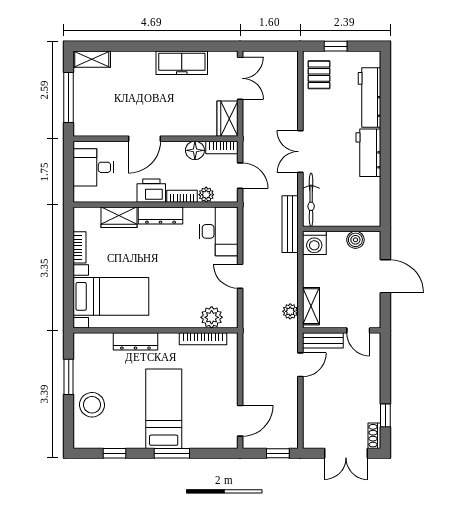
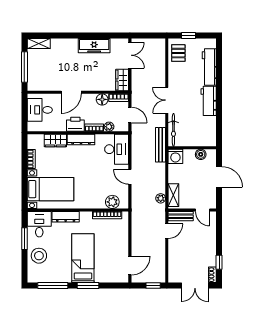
desk: (93, 354) -> (39, 224), added
window: (114, 453) -> (53, 285), width x2.17

